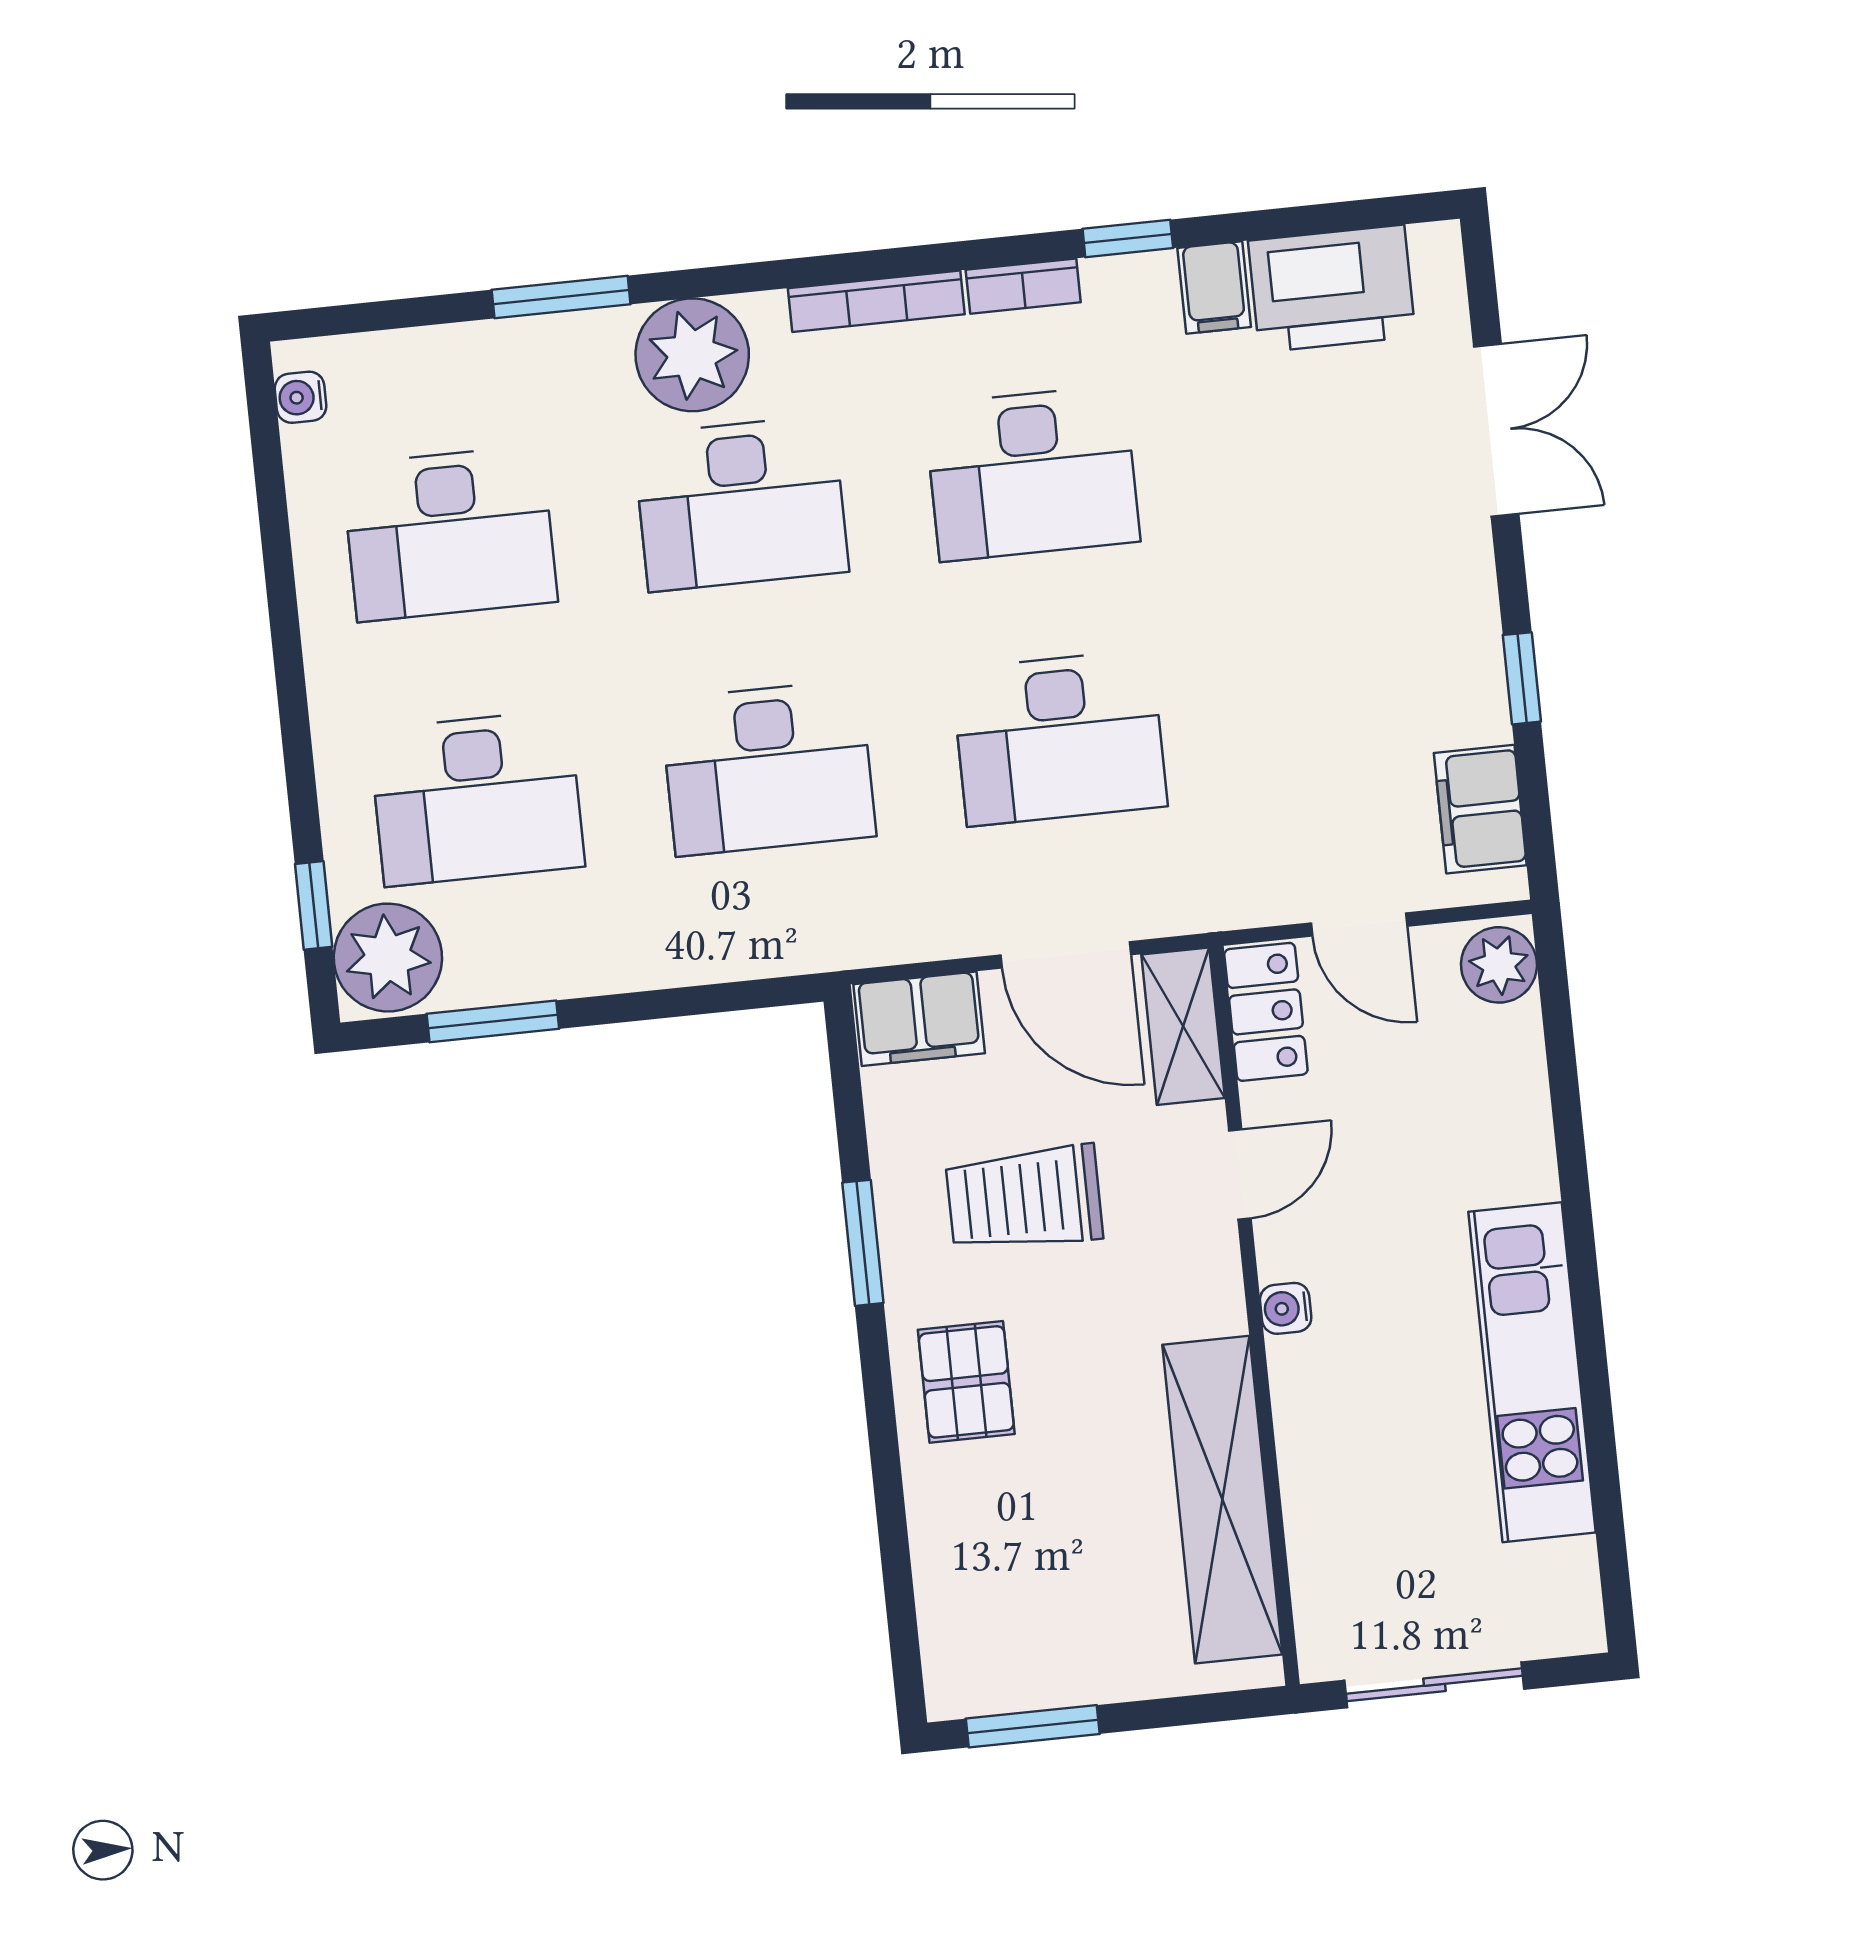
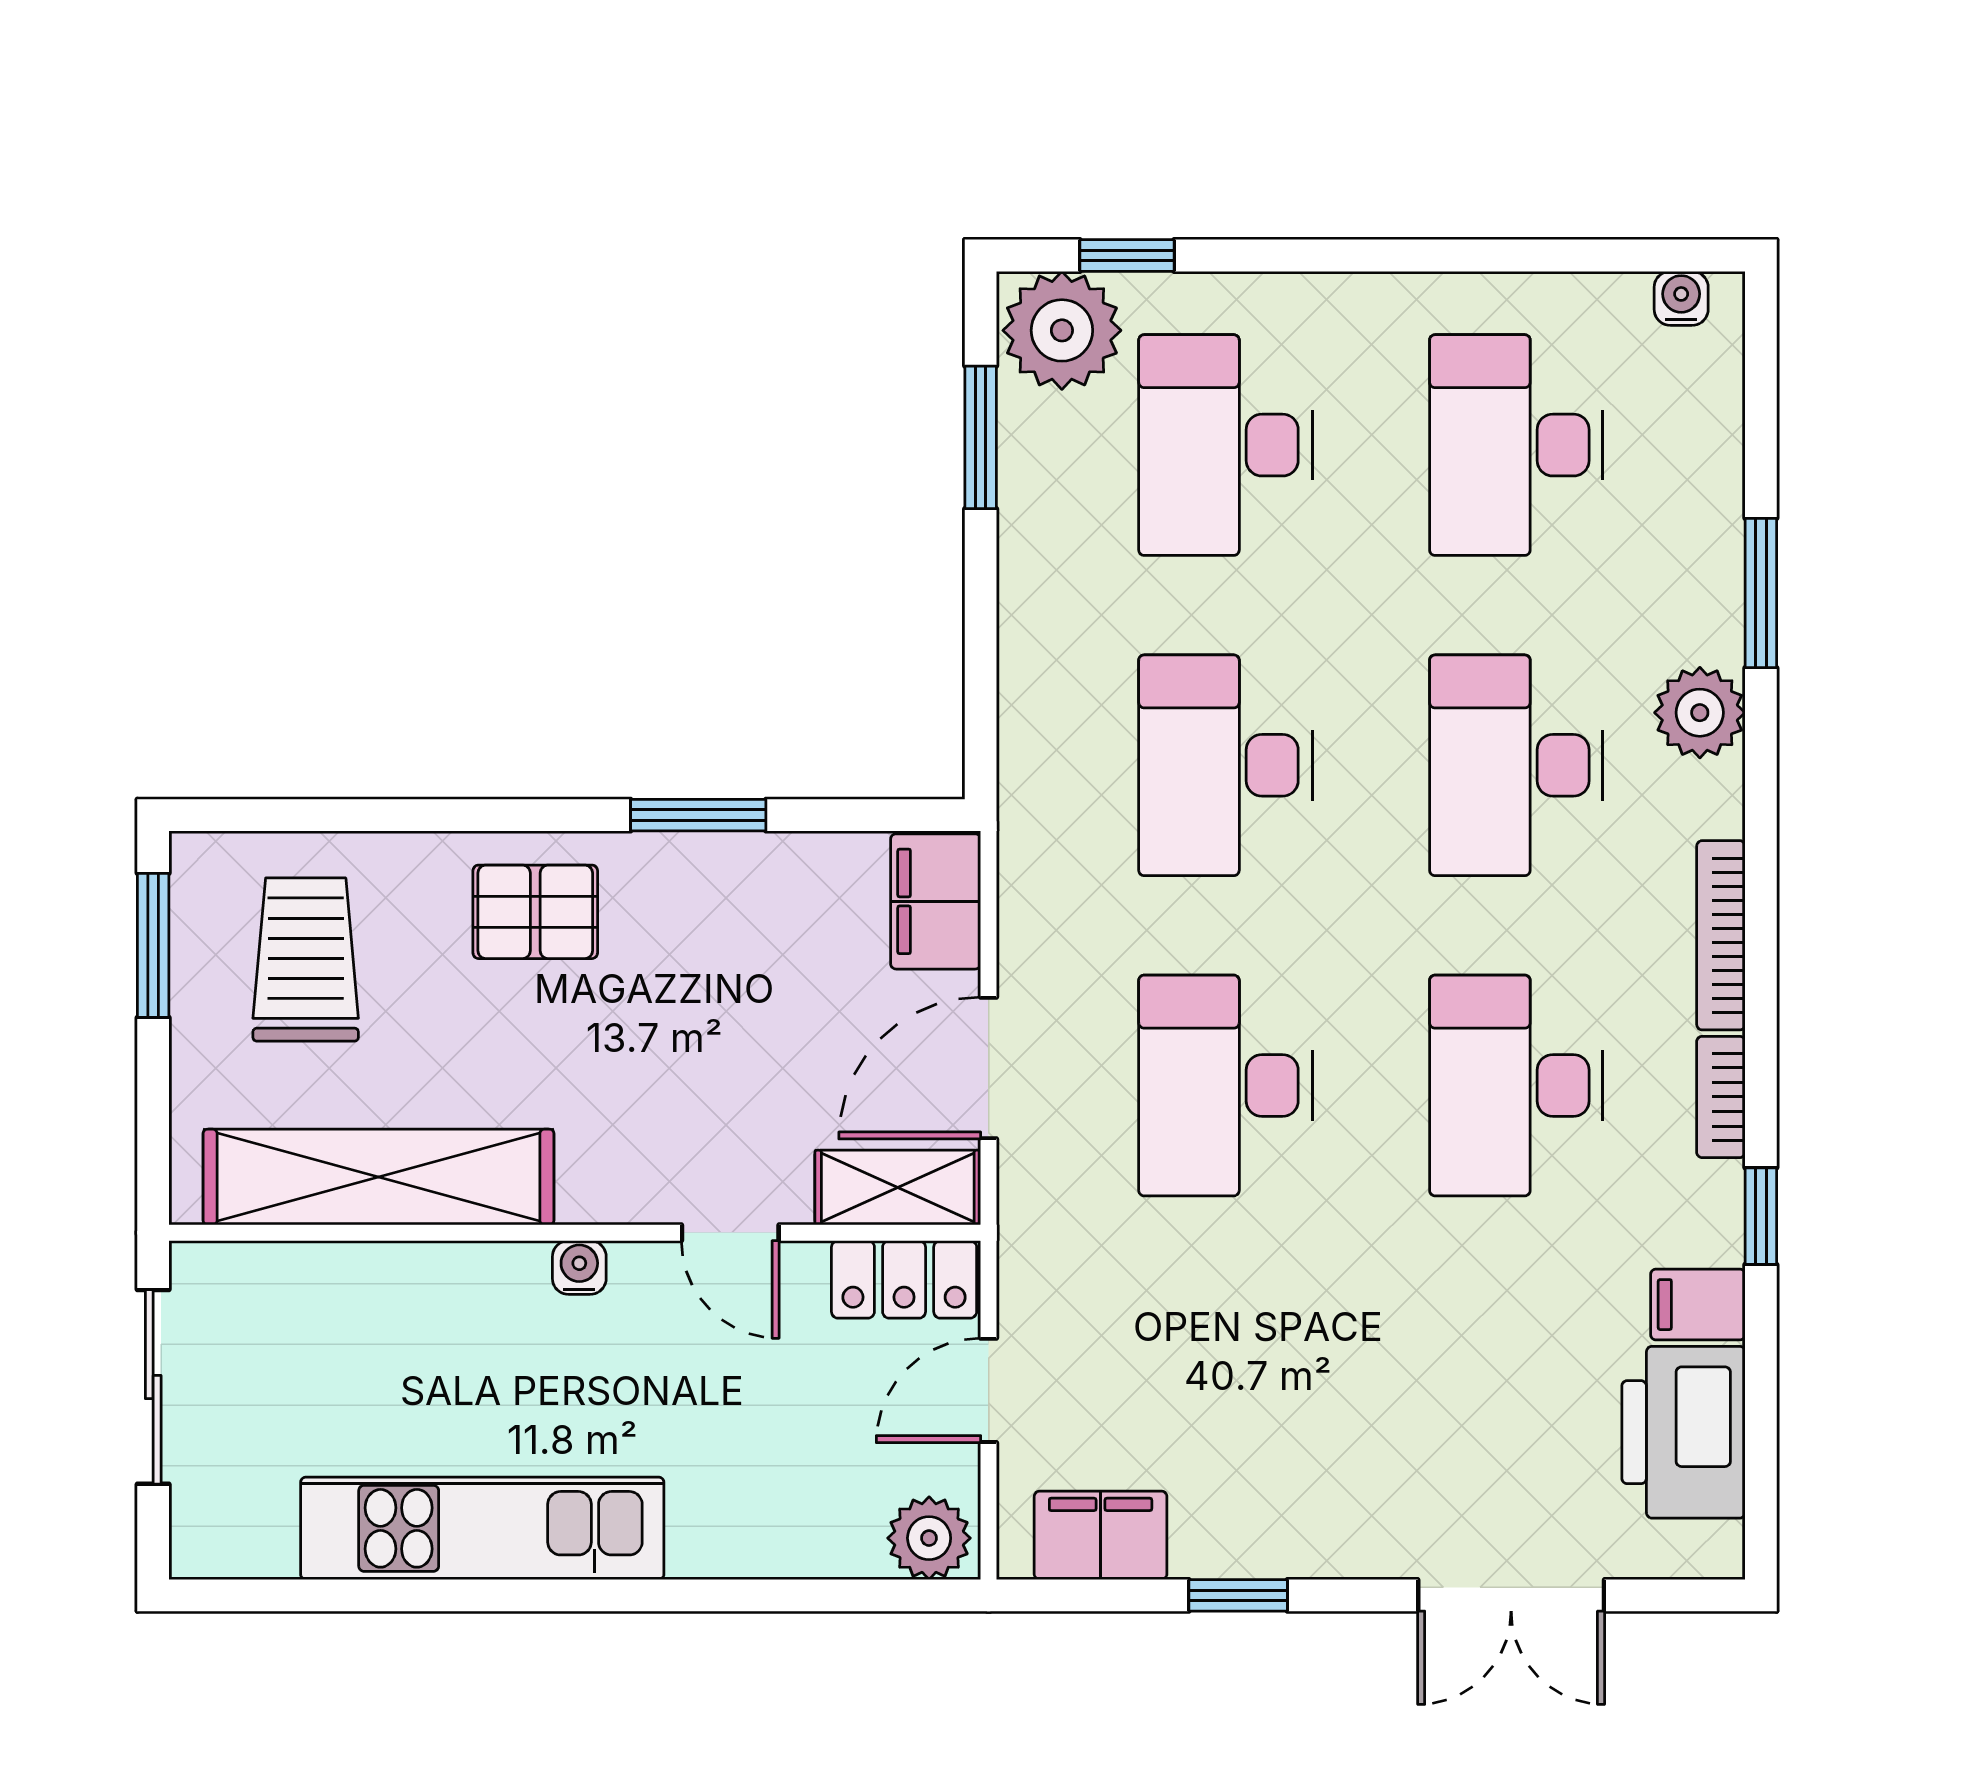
plant: (692, 355) -> (1700, 713), width x0.73, depth x0.73
trolley: (1024, 1198) -> (306, 960), moved

